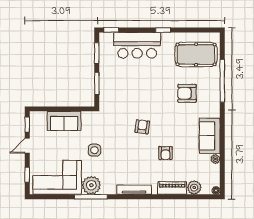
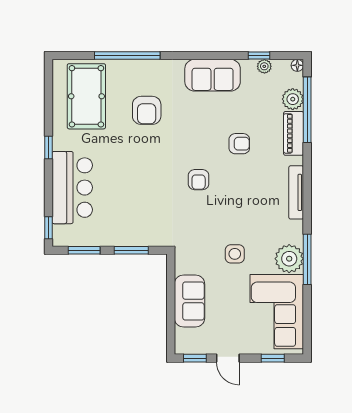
armchair: (142, 127) -> (199, 180), turned -97
plant: (215, 159) -> (264, 66), moved
window: (222, 166) -> (259, 56), added
window: (187, 197) -> (307, 110), added

